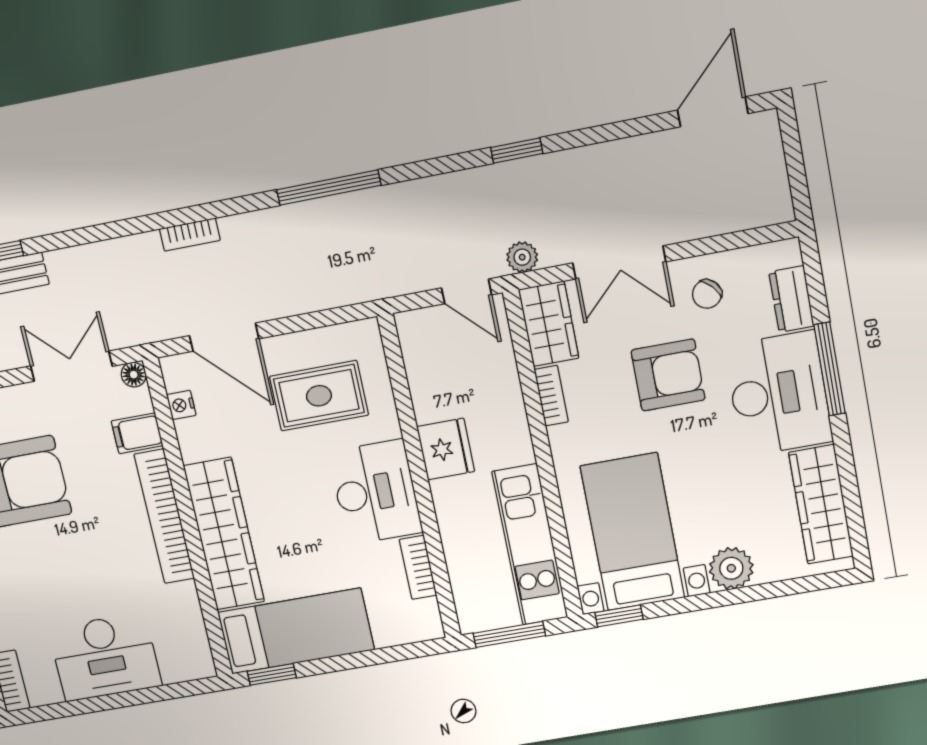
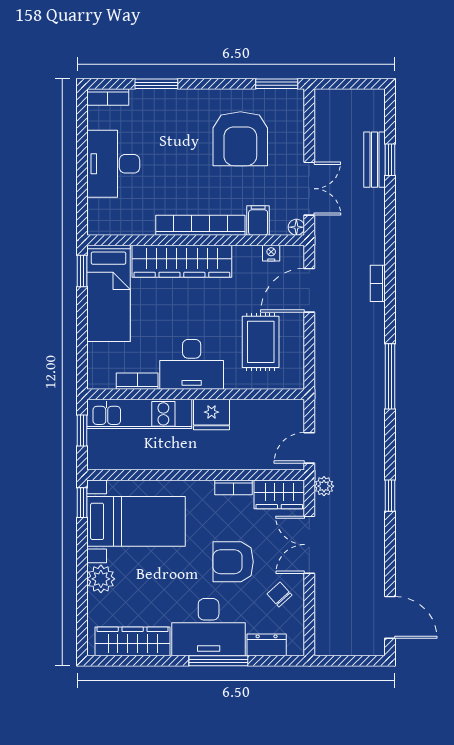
armchair: (668, 375) -> (233, 562), turned 90
kitchen unit: (530, 545) -> (139, 414), moved, turned 180
window: (509, 634) -> (82, 430), width x0.67

